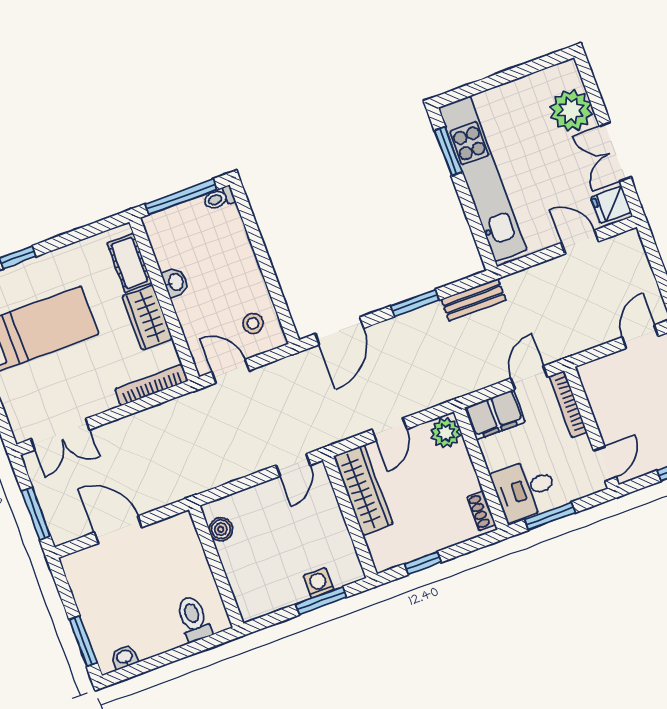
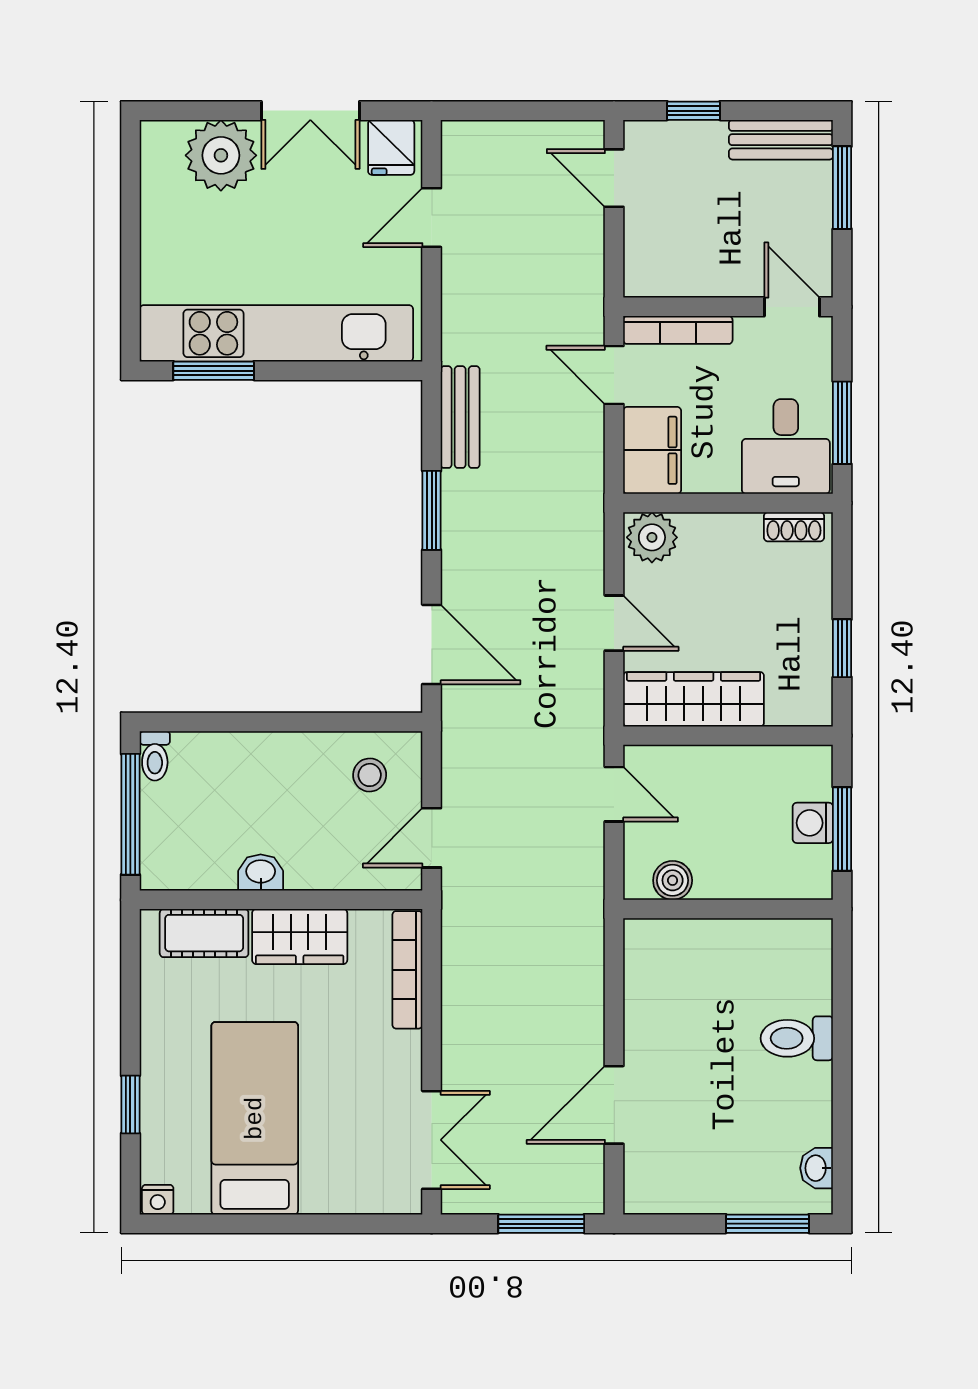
boiler: (221, 529) -> (673, 880), moved
wall: (216, 567) -> (728, 909), moved

